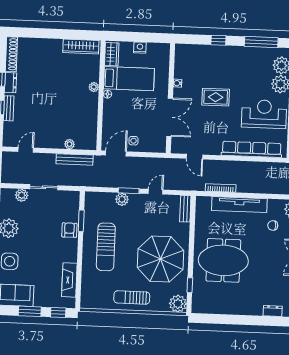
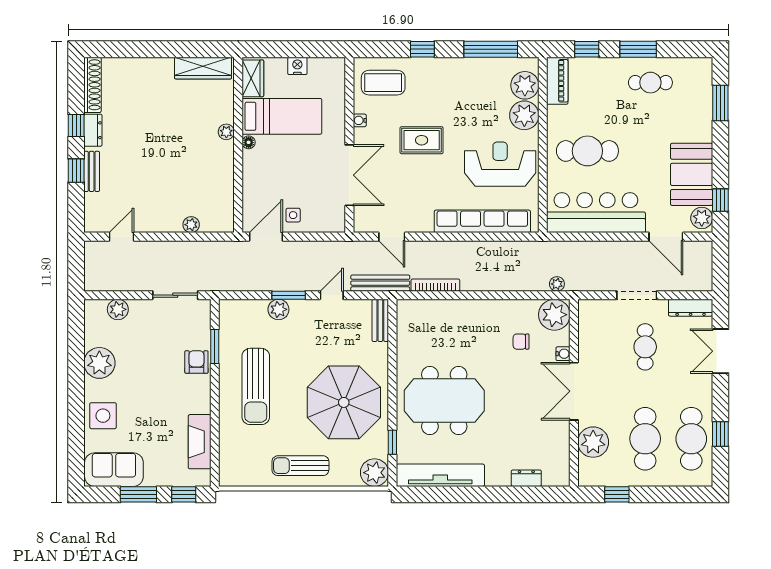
coffee table: (193, 60) -> (383, 83), added
bench: (75, 159) -> (380, 283), moved
sliding door: (44, 187) -> (175, 295), moved
tv unit: (239, 205) -> (440, 475), moved, turned 180

